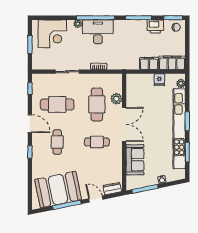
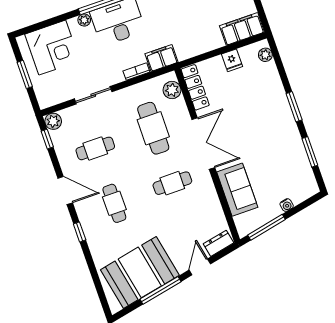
filing cabinet: (149, 63) -> (161, 58), moved
plant: (37, 79) -> (53, 121), added
locker: (131, 88) -> (195, 87), added
plant: (116, 99) -> (172, 90), moved
cafe table: (57, 104) -> (95, 148), width x0.73, depth x0.74
kitchen unit: (179, 129) -> (286, 122), removed
door: (96, 199) -> (200, 267), hinge flipped

